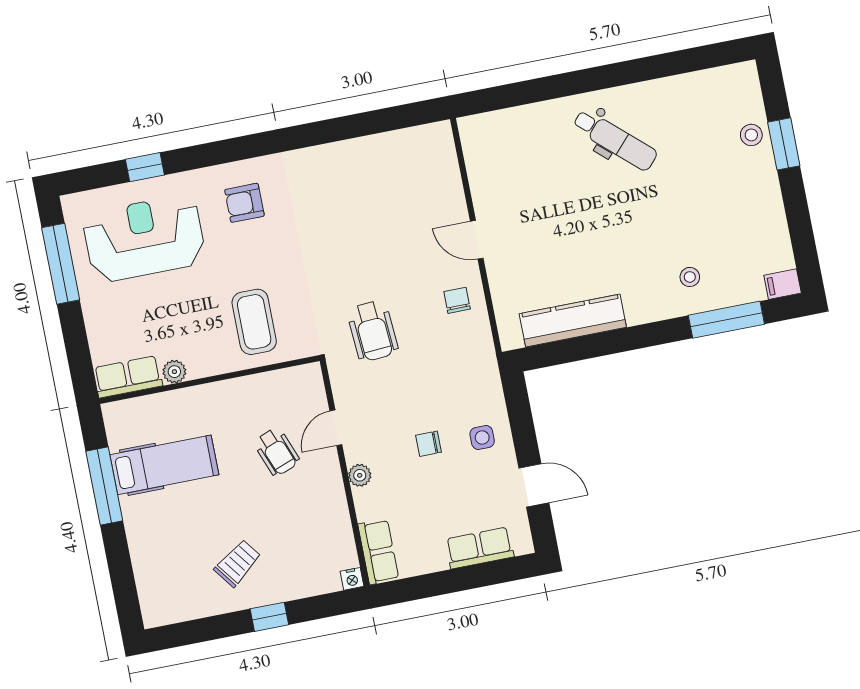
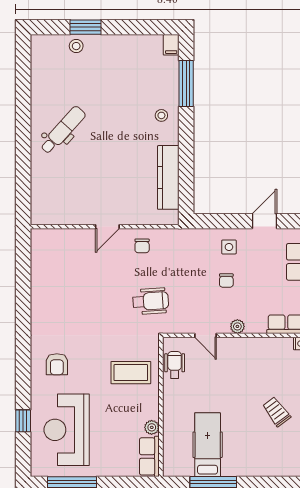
stool: (690, 277) -> (161, 115), moved
chair: (457, 300) -> (142, 246), turned -90
wheelchair: (277, 452) -> (175, 365), moved, turned -69

